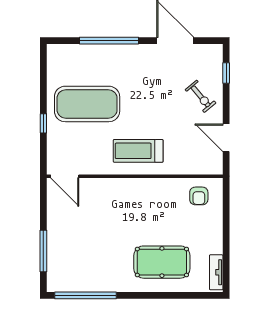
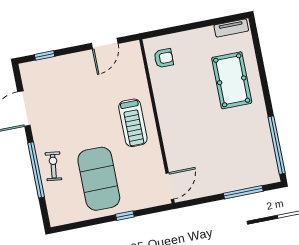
exercise bike: (201, 96) -> (53, 166), moved, turned -43

